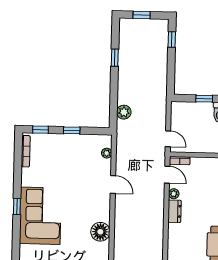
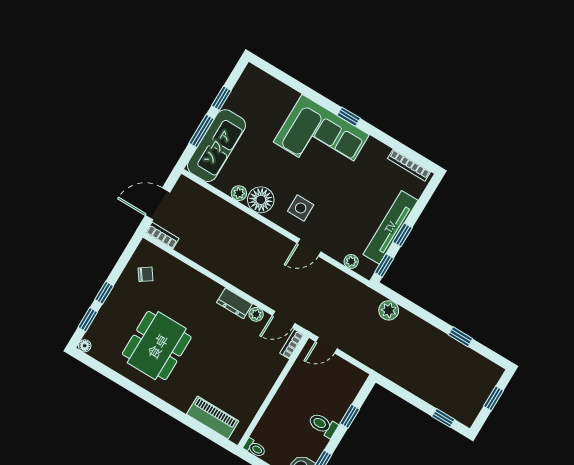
window: (41, 130) -> (384, 265), moved
tv unit: (71, 141) -> (390, 227), added
side table: (91, 204) -> (301, 208), added
plant: (104, 248) -> (239, 193), added

